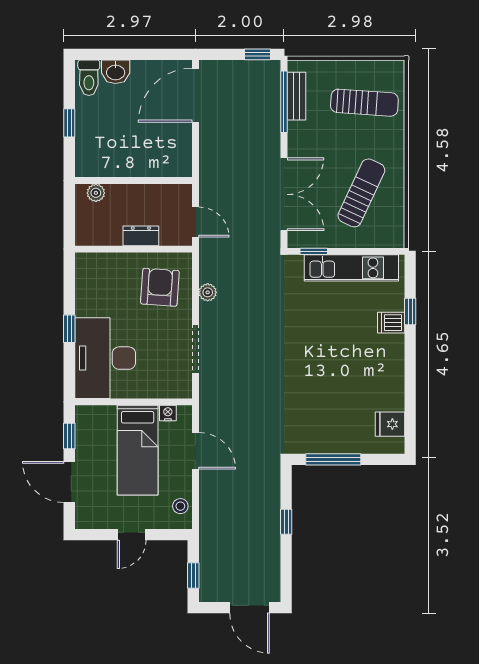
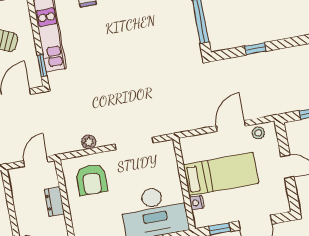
armchair: (160, 287) -> (92, 180), turned -94
nightstand: (168, 413) -> (196, 203), moved
door: (195, 451) -> (231, 126), moved

